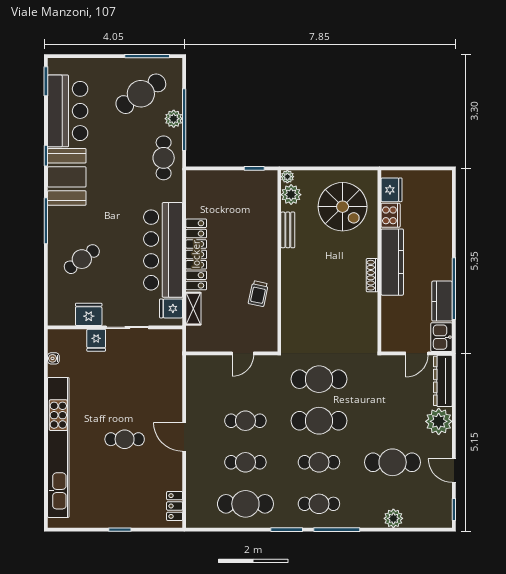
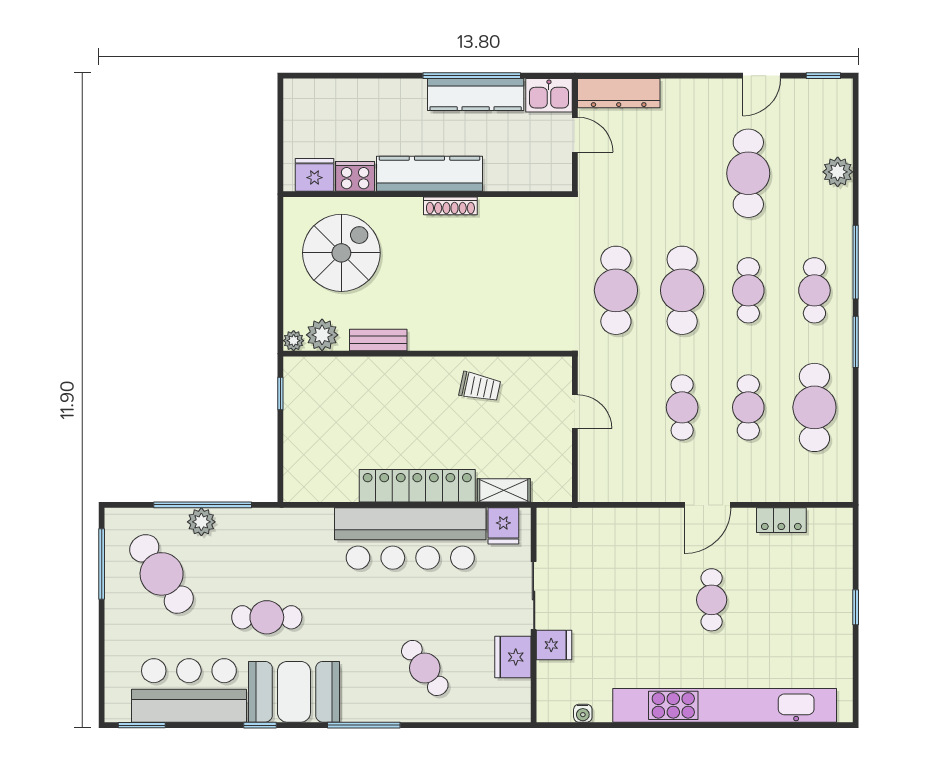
cafe table: (164, 158) -> (267, 617), moved
kitchen counter: (442, 301) -> (476, 94), width x1.50
plant: (439, 421) -> (683, 100), removed
locker: (175, 506) -> (781, 520), moved

